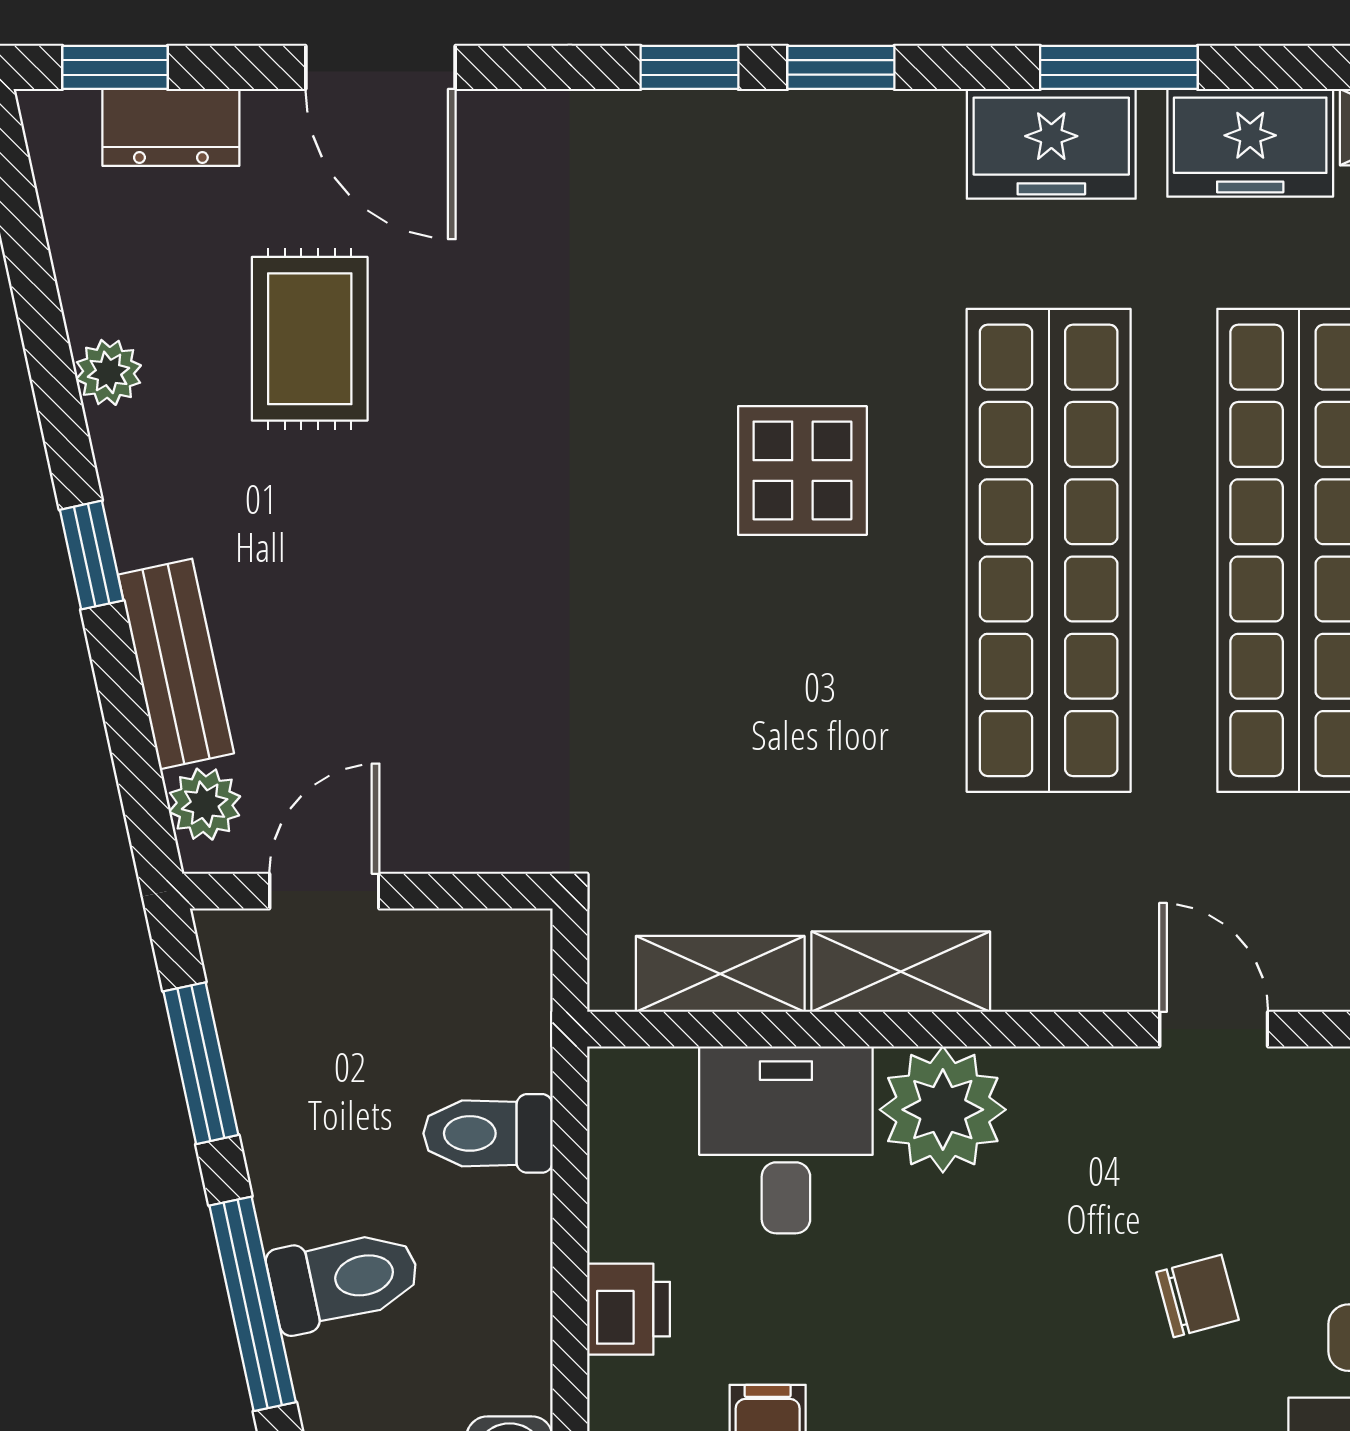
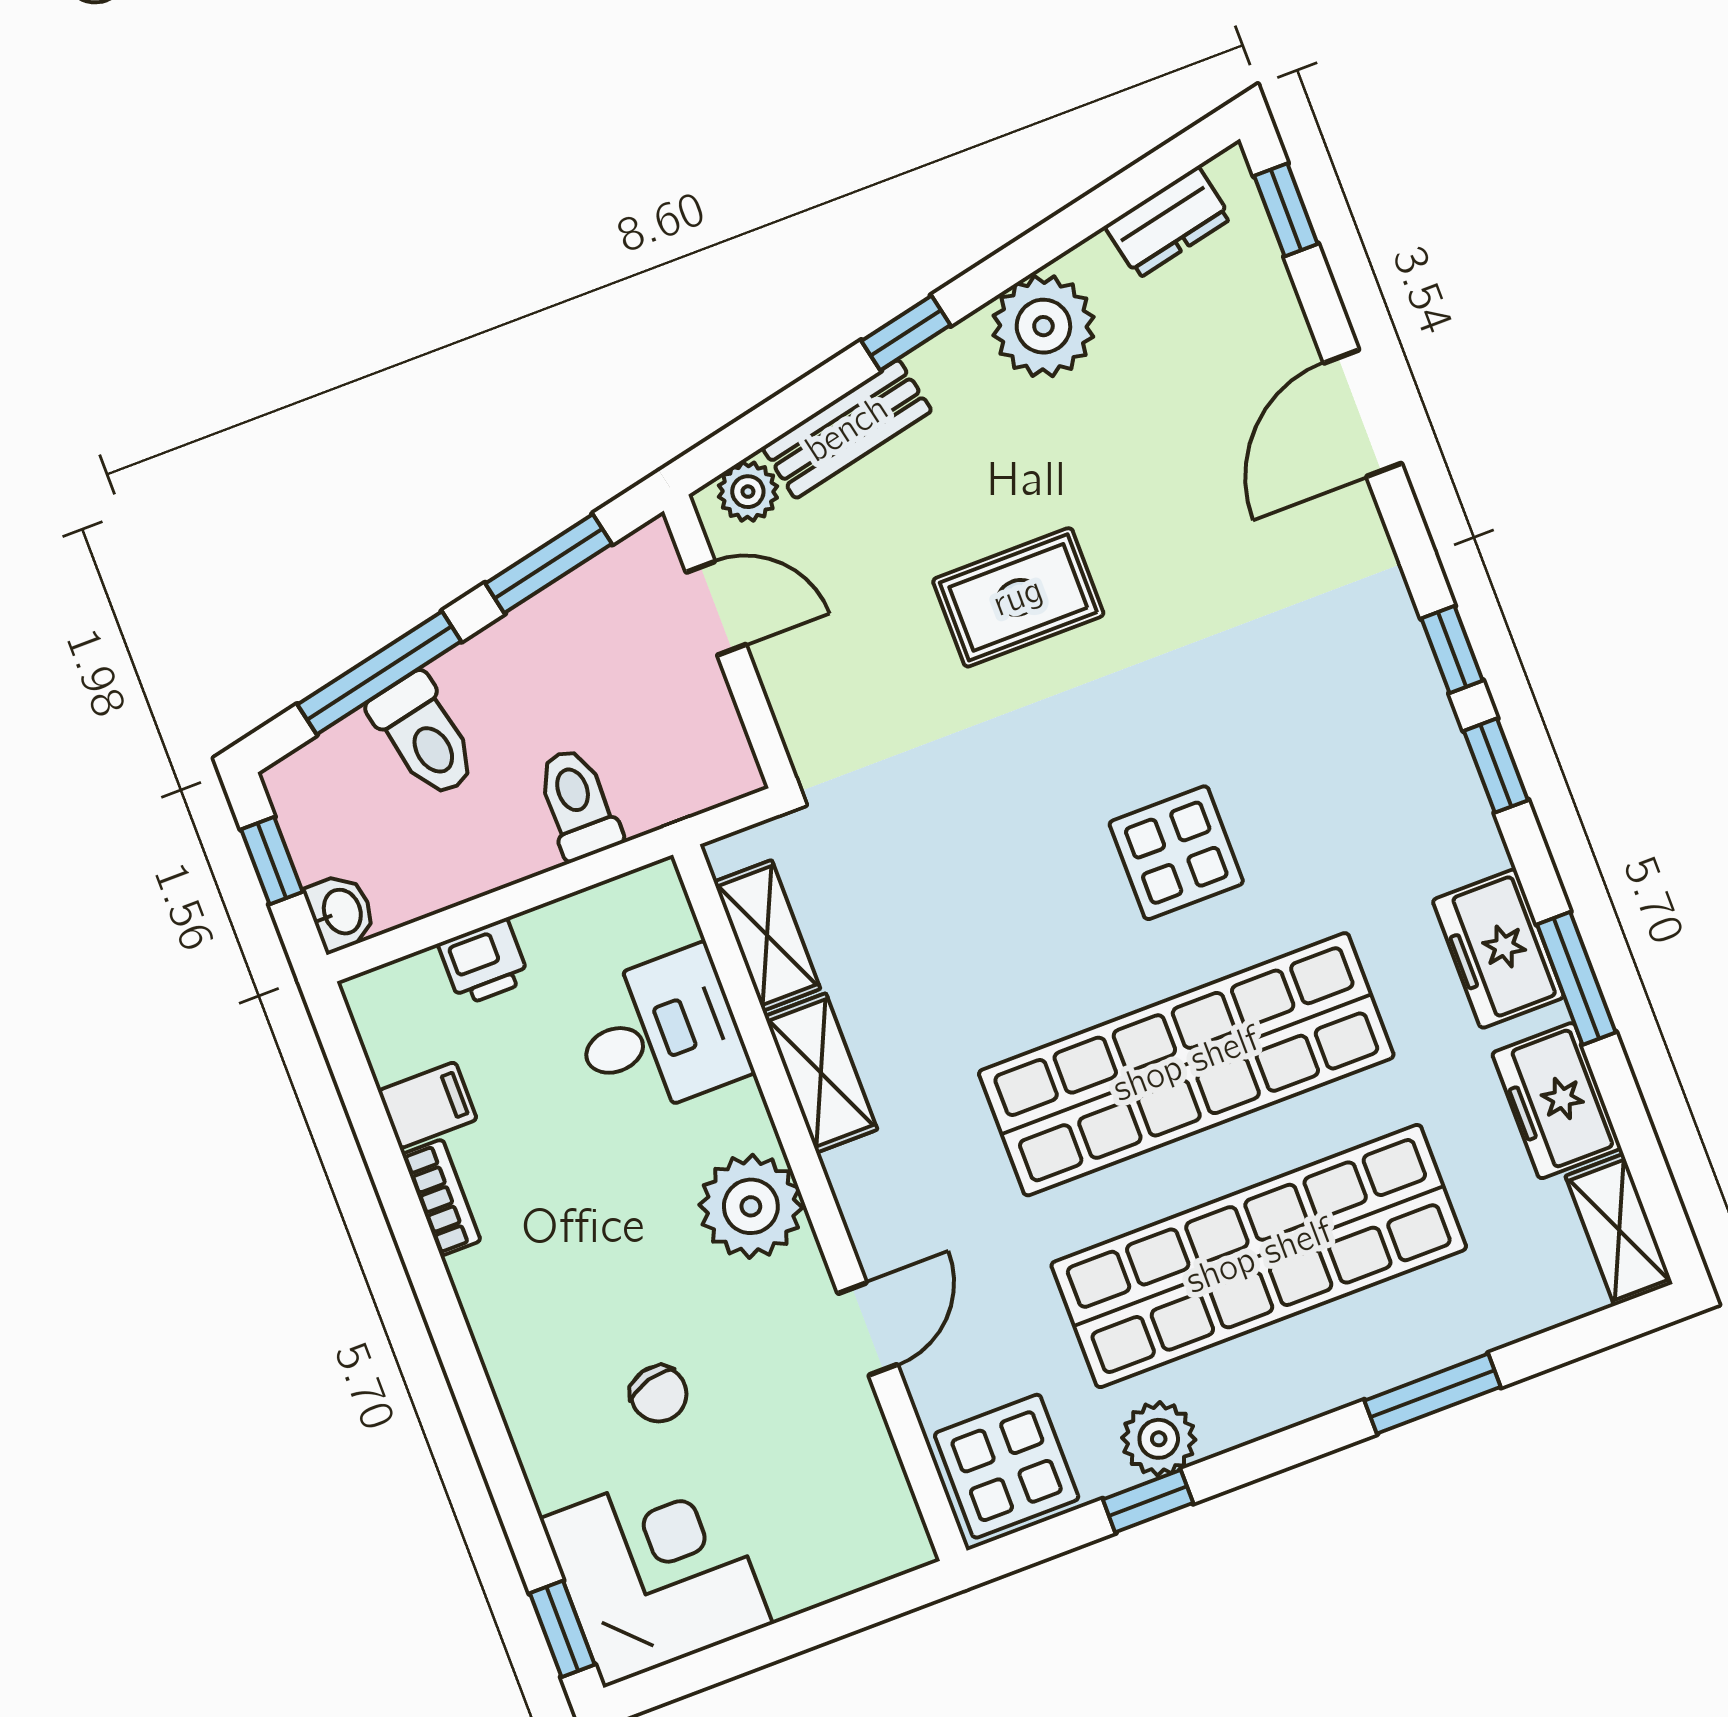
dresser: (171, 127) -> (1168, 222), moved, turned -102
rug: (310, 339) -> (1018, 597), moved
plant: (108, 372) -> (1043, 326), width x1.88, depth x1.88
plant: (943, 1110) -> (751, 1206), moved

